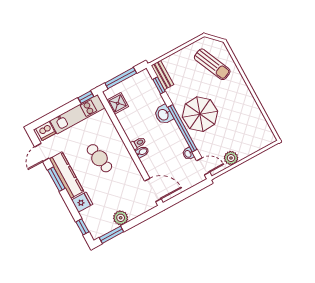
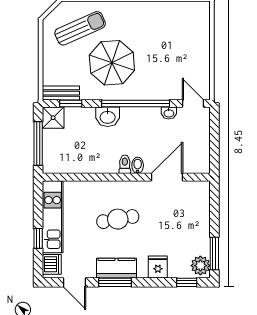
window: (86, 97) -> (38, 238), moved
shower: (118, 103) -> (53, 118), moved
parasol: (200, 114) -> (112, 63), moved
plant: (231, 158) -> (201, 66), removed
door: (203, 166) -> (193, 104), hinge flipped
kitchen counter: (66, 175) -> (116, 268), width x0.67
door: (153, 190) -> (167, 177), moved
plant: (121, 218) -> (200, 266), moved

